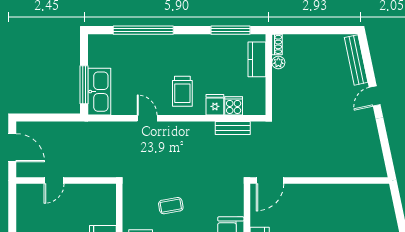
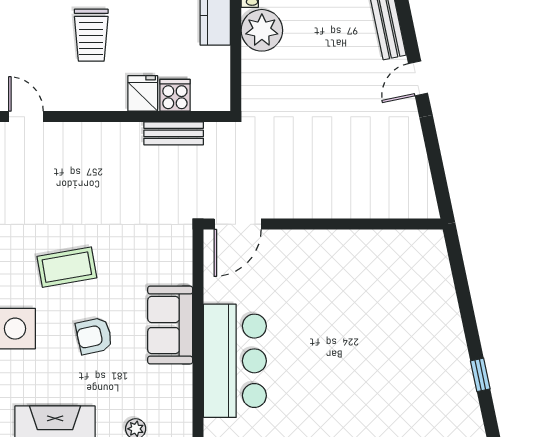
plant: (278, 62) -> (262, 30), width x1.88, depth x1.88
trolley: (182, 91) -> (91, 35), moved
coffee table: (171, 206) -> (67, 267), width x1.36, depth x1.30

